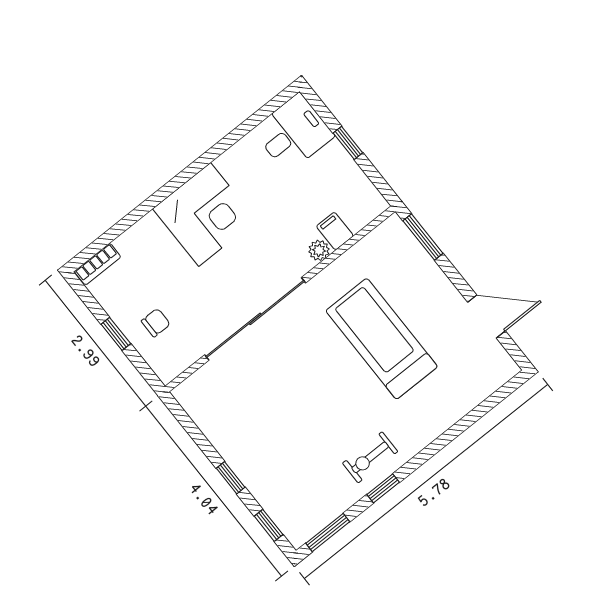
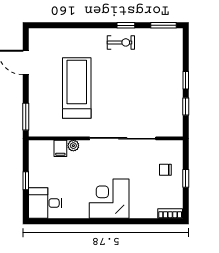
treadmill: (382, 339) -> (77, 88), turned 180
window: (269, 525) -> (186, 106), moved

